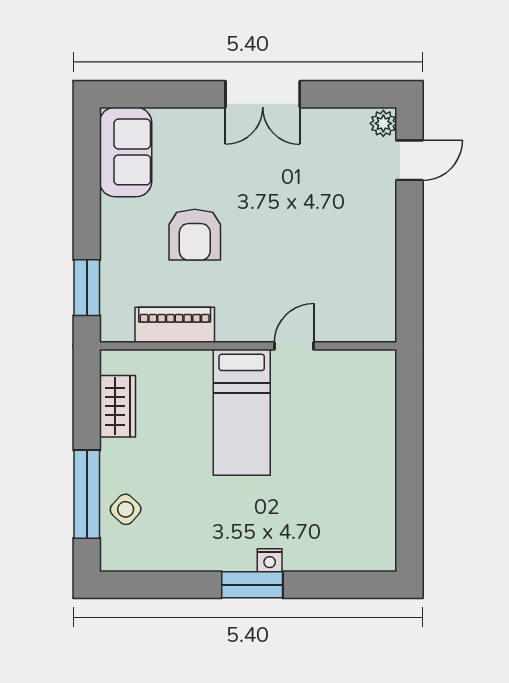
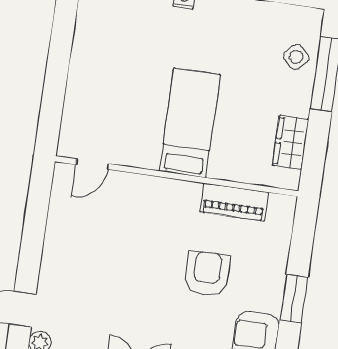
window: (87, 288) -> (294, 299), moved
door: (294, 346) -> (92, 164), moved

